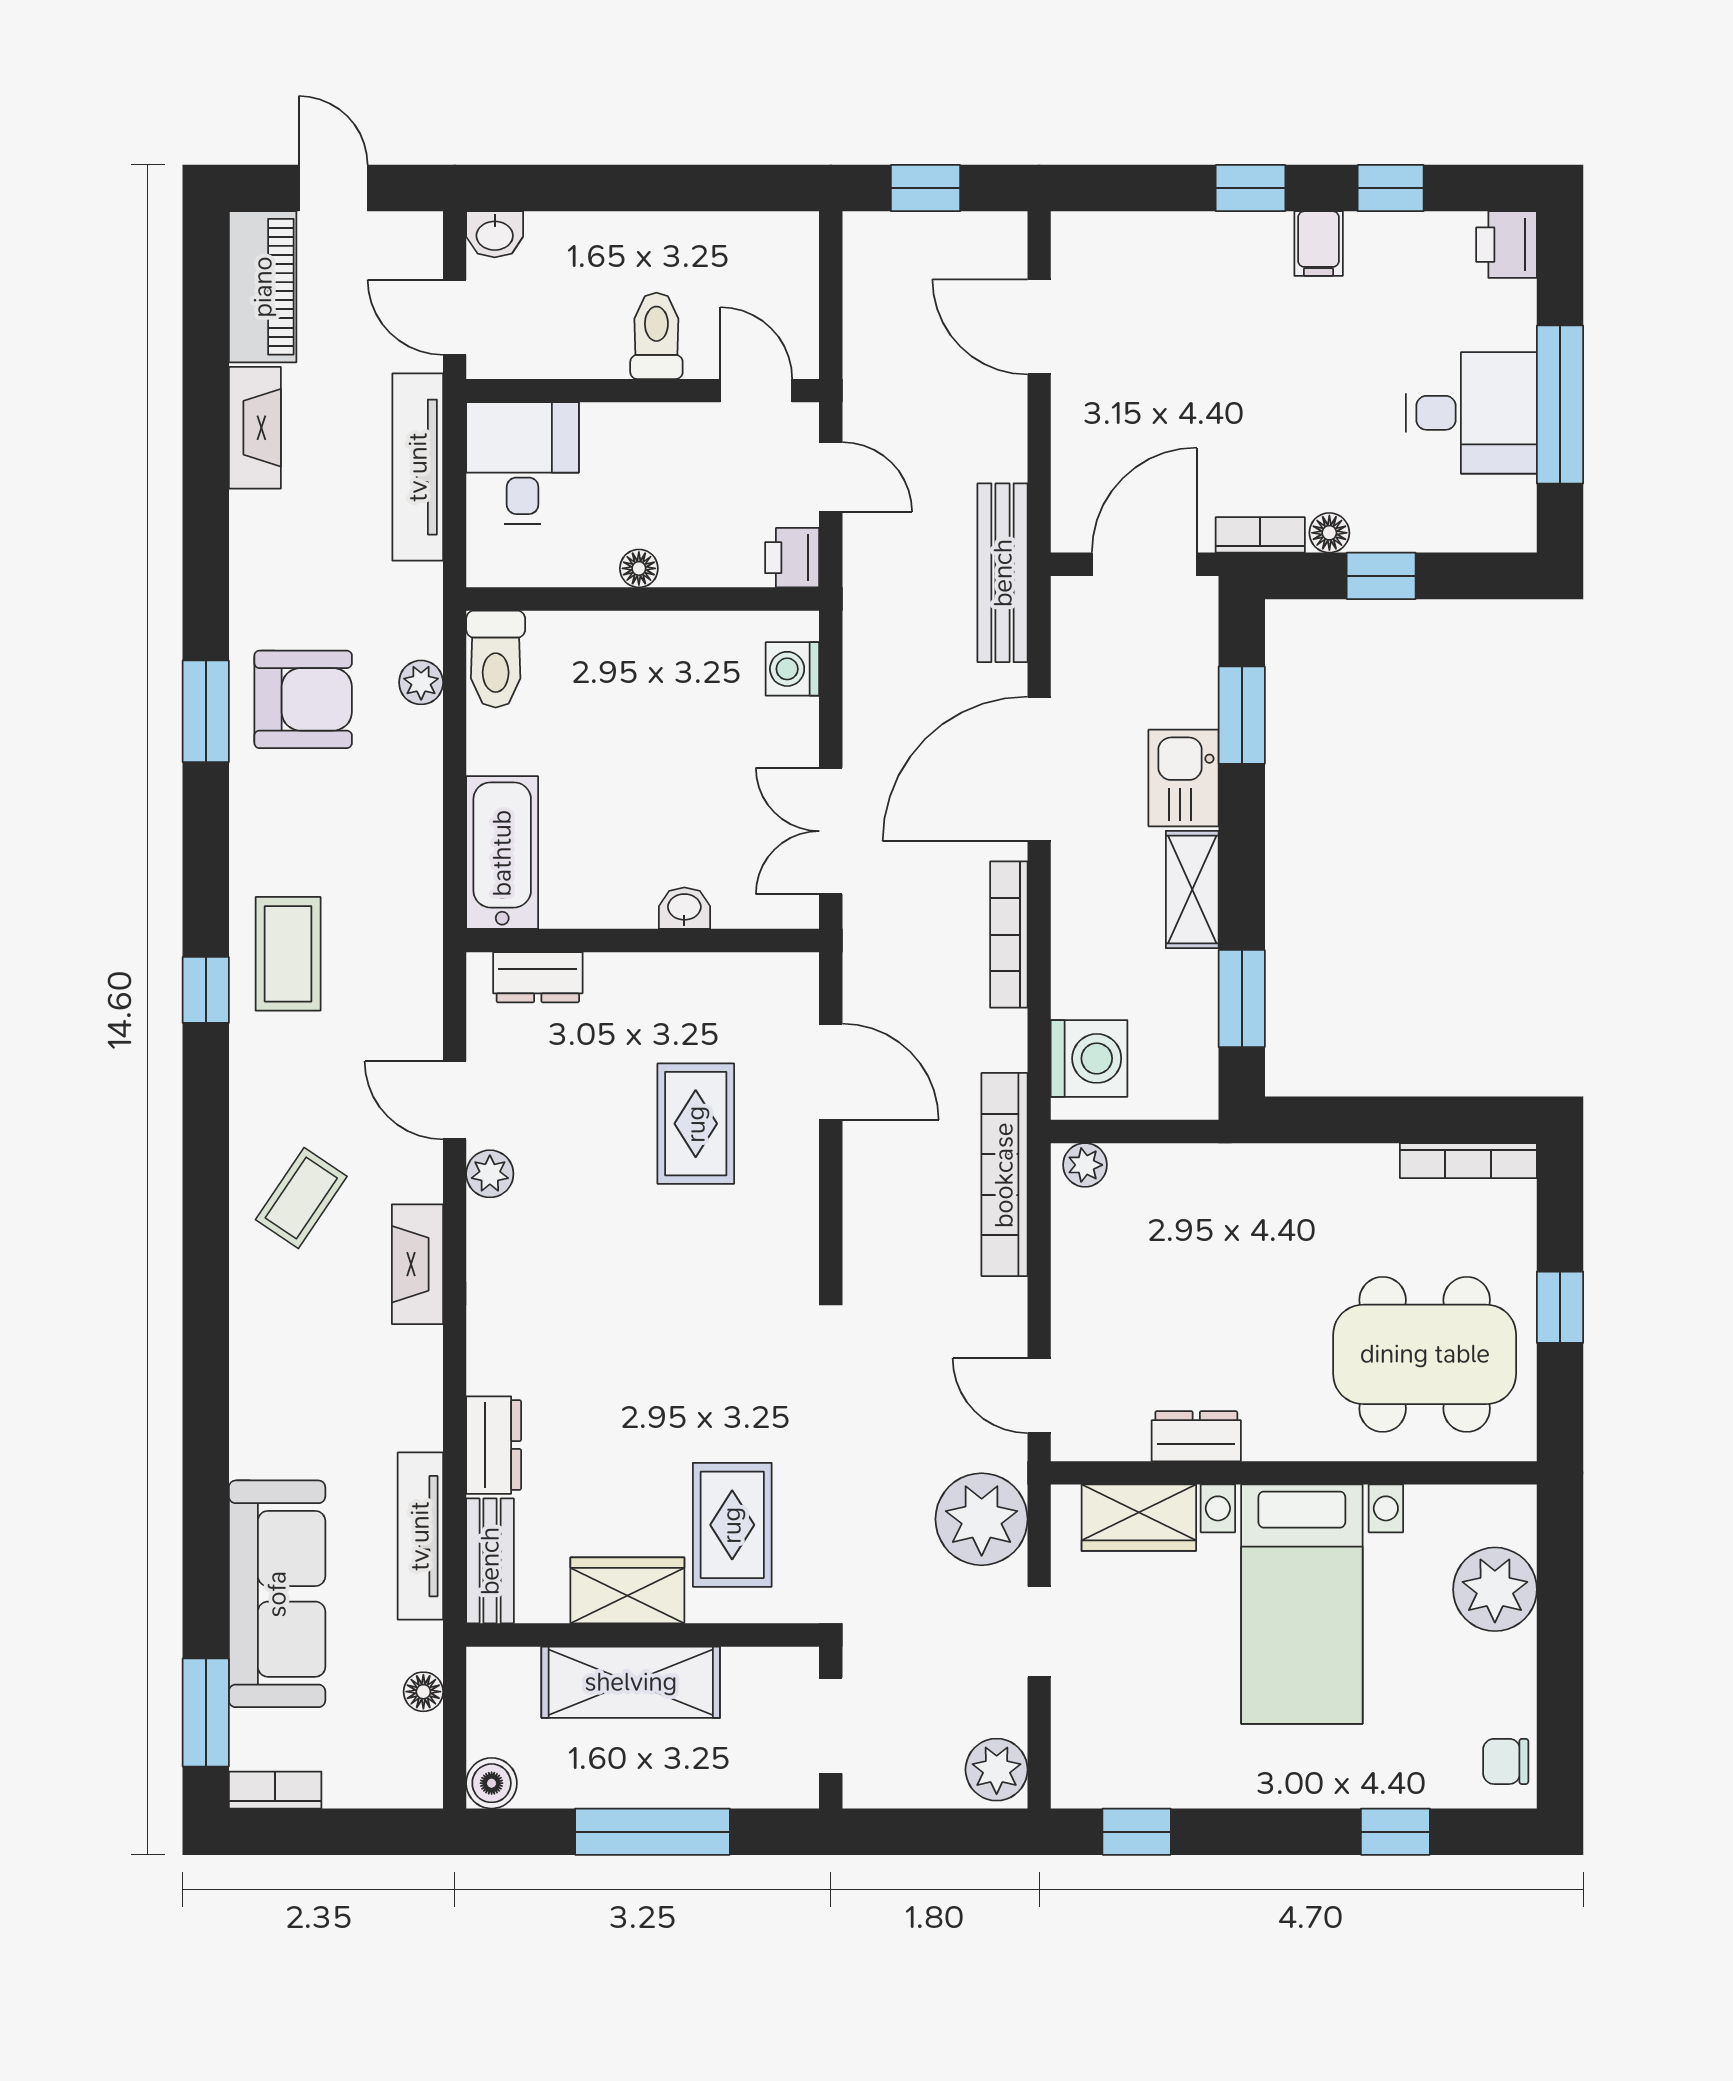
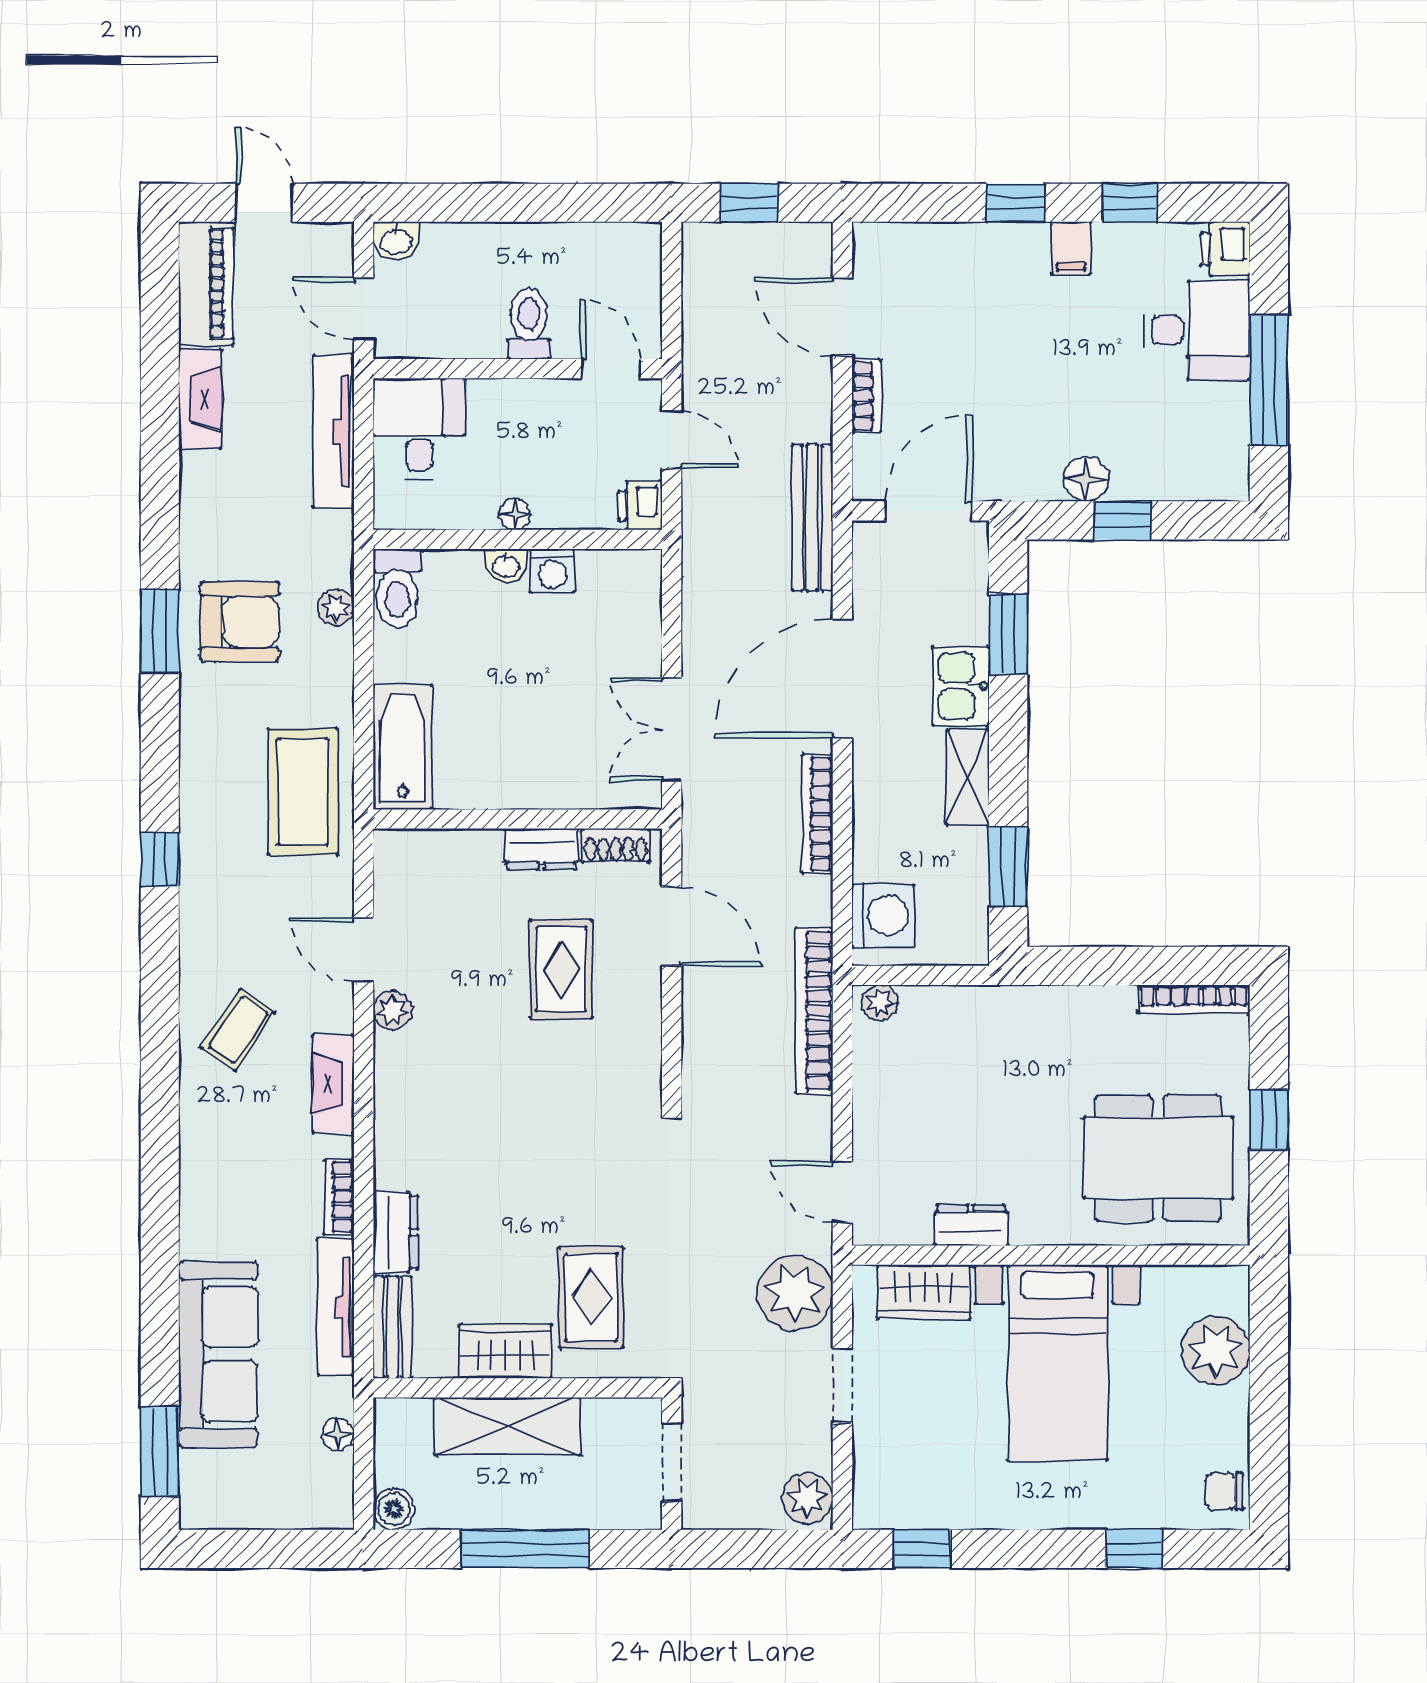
desk: (1471, 413) -> (1196, 330), moved
floor lamp: (1329, 533) -> (1086, 479), width x1.37, depth x1.37
bookcase: (1260, 535) -> (866, 396), moved, turned 90
washing machine: (792, 669) -> (552, 571), moved, turned -90
washbasin: (684, 908) -> (506, 566), moved, turned 180
coffee table: (288, 954) -> (303, 792), moved, width x1.36, depth x1.32
shoe rack: (763, 972) -> (616, 845), added
dresser: (538, 977) -> (541, 849), moved
bookcase: (275, 1790) -> (339, 1197), moved, turned -90

